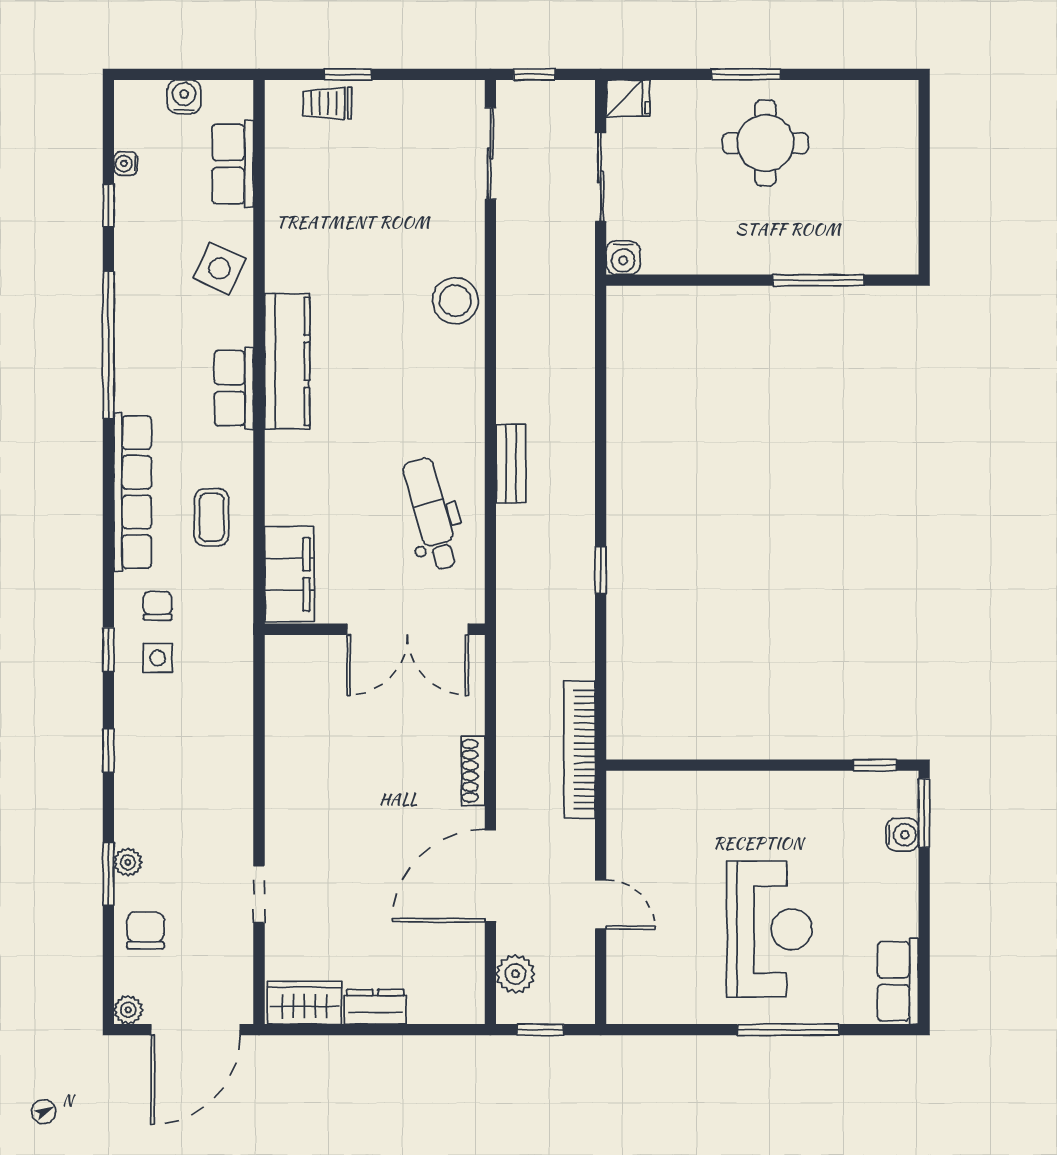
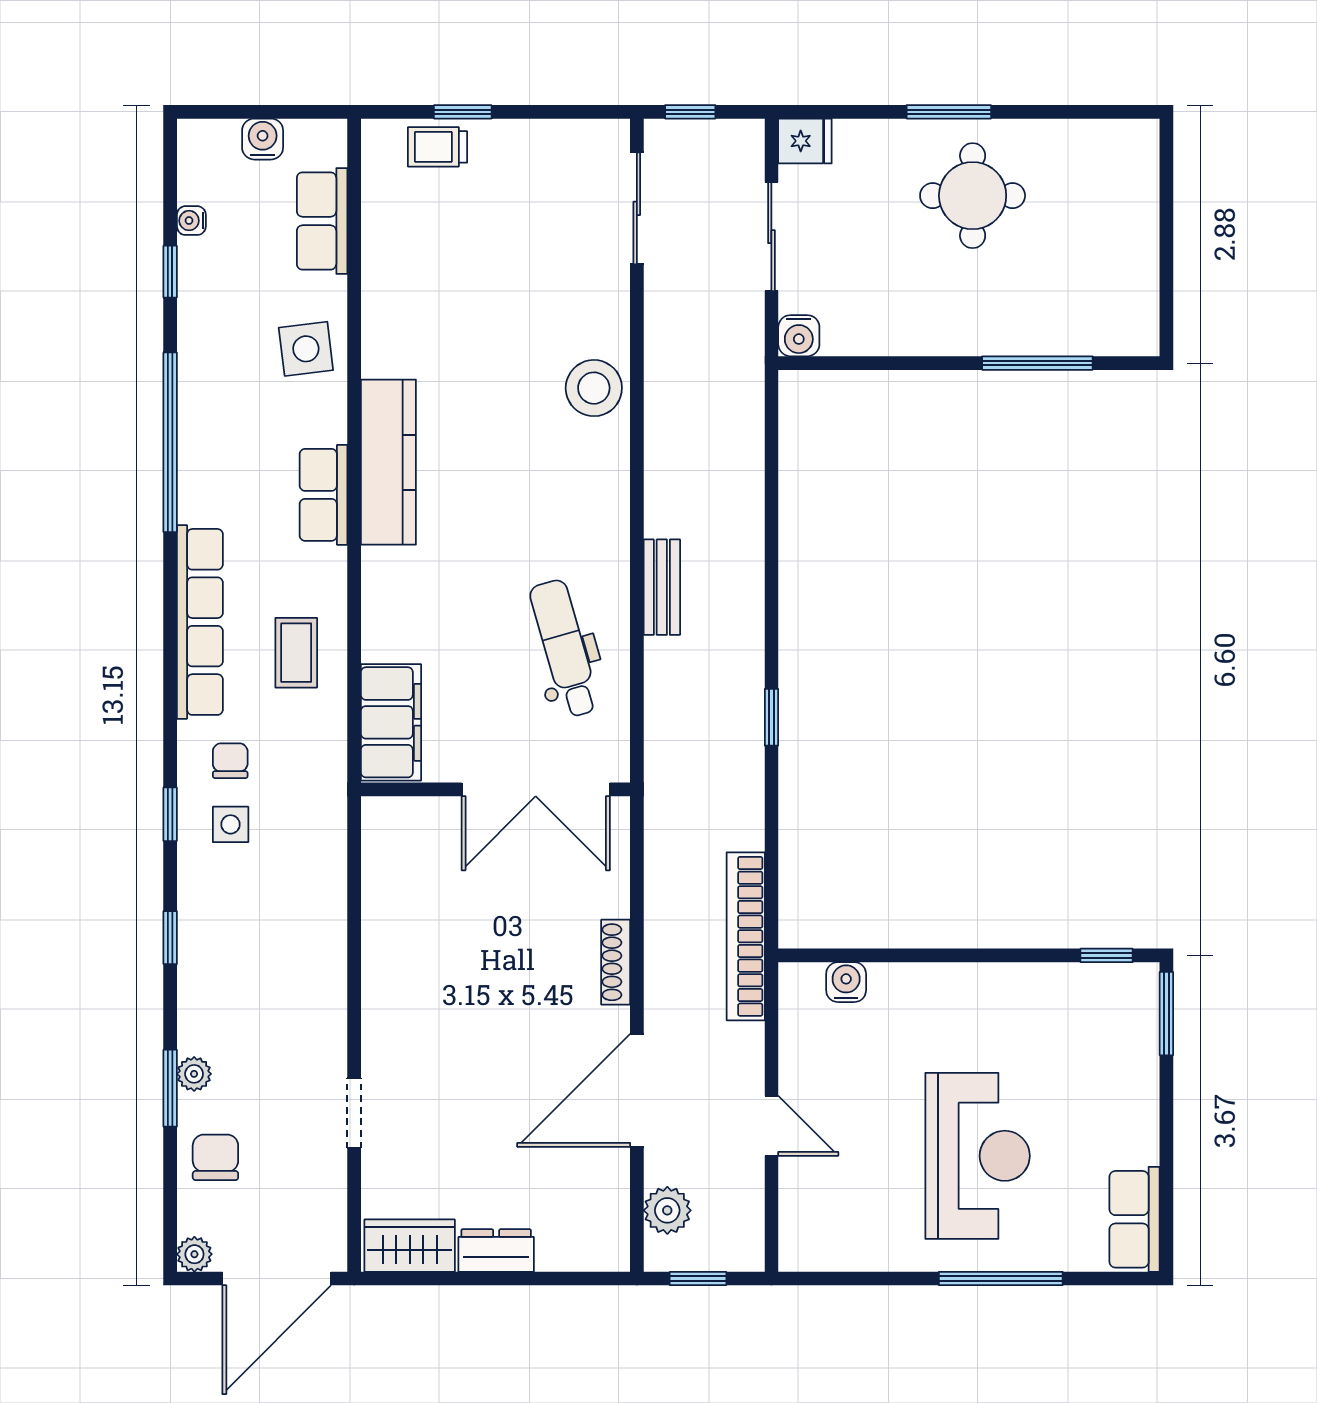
side table: (220, 269) -> (306, 349), turned -32
water cooler: (902, 835) -> (846, 982), moved, turned -90

